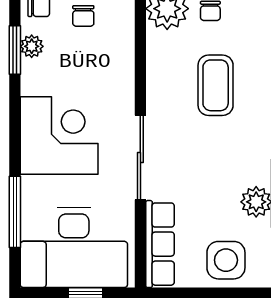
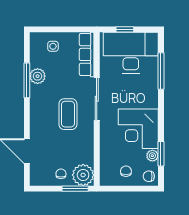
coffee table: (216, 85) -> (68, 114), moved
corner desk: (59, 136) -> (138, 129), moved
side table: (226, 260) -> (53, 46), width x0.54, depth x0.54

